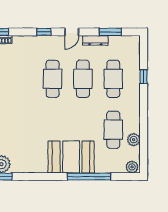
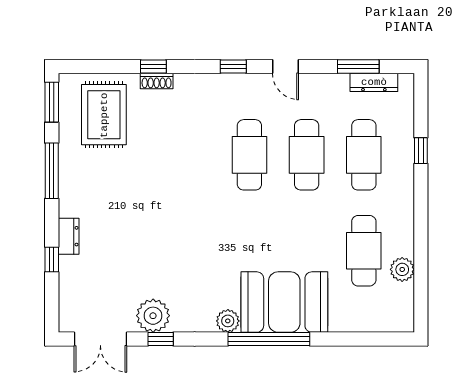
door: (72, 32) -> (286, 67), hinge flipped
dresser: (95, 40) -> (374, 82), moved
plant: (132, 167) -> (228, 321), moved
window: (89, 177) -> (269, 339), moved

